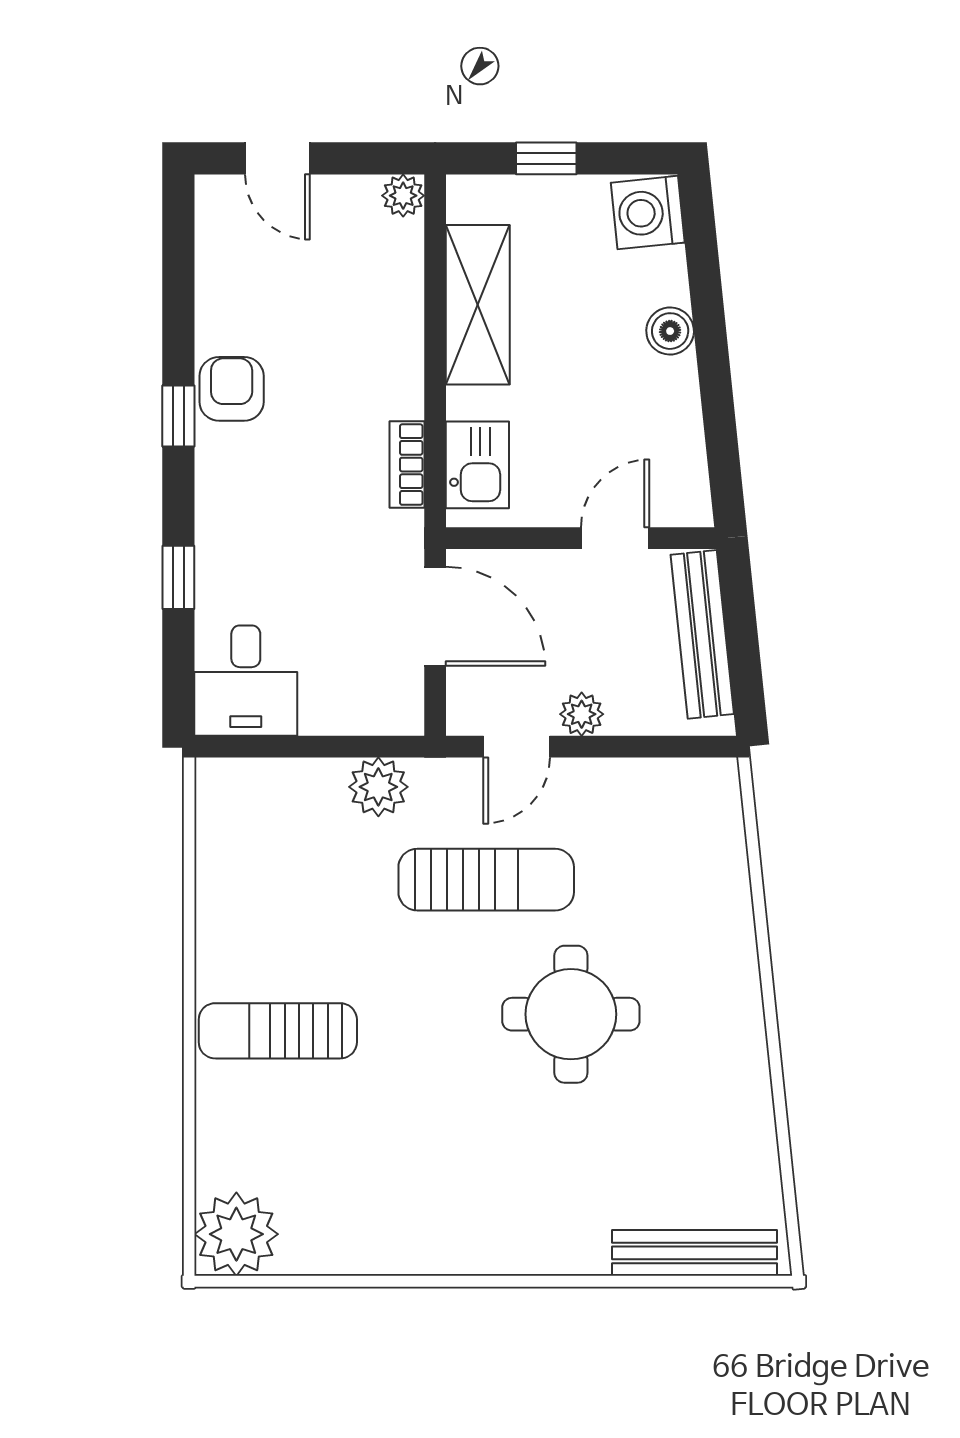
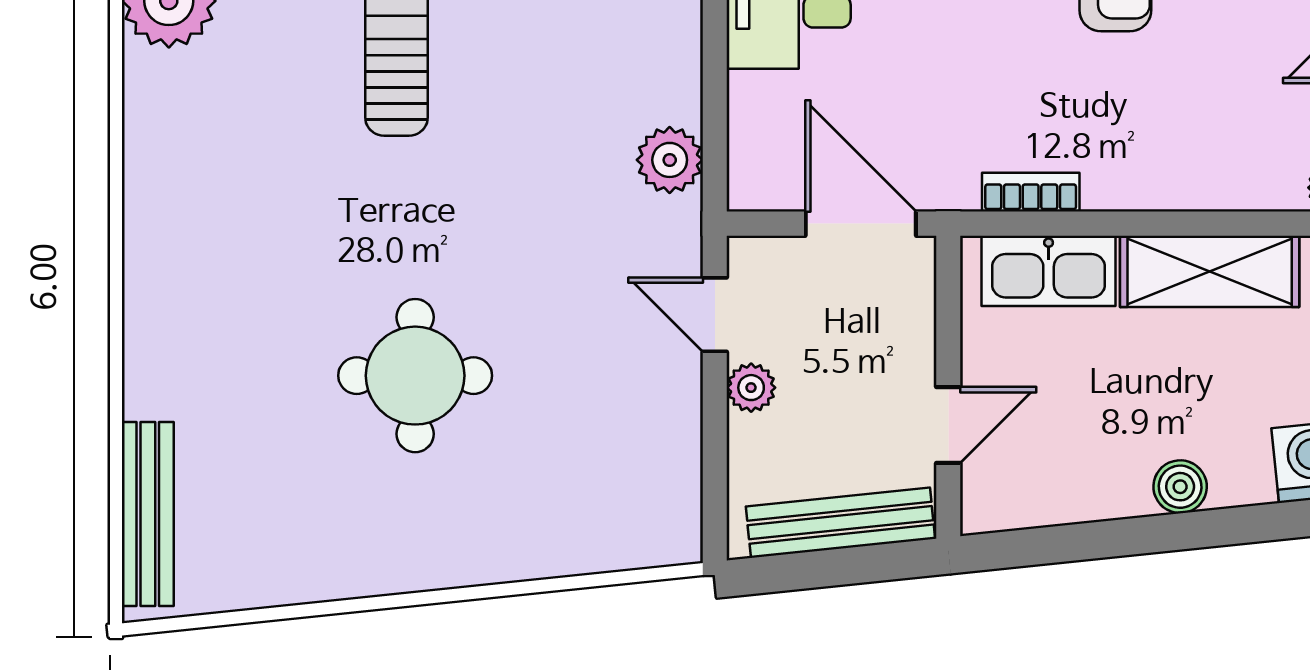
kitchen sink: (477, 465) -> (1049, 271), width x1.38
door: (615, 538) -> (948, 425), hinge flipped
door: (435, 616) -> (861, 224), swing flipped
sun lounger: (486, 880) -> (566, 281), removed

